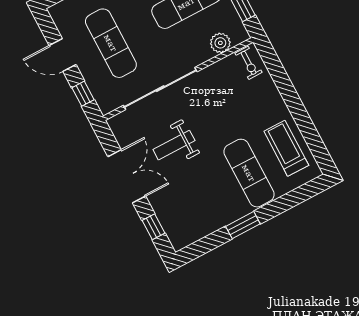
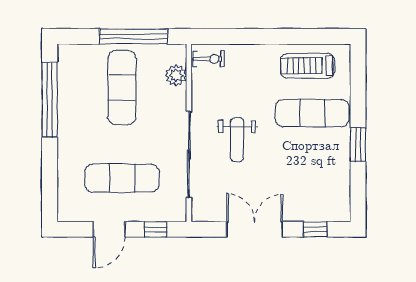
weight bench: (174, 145) -> (237, 140), moved

